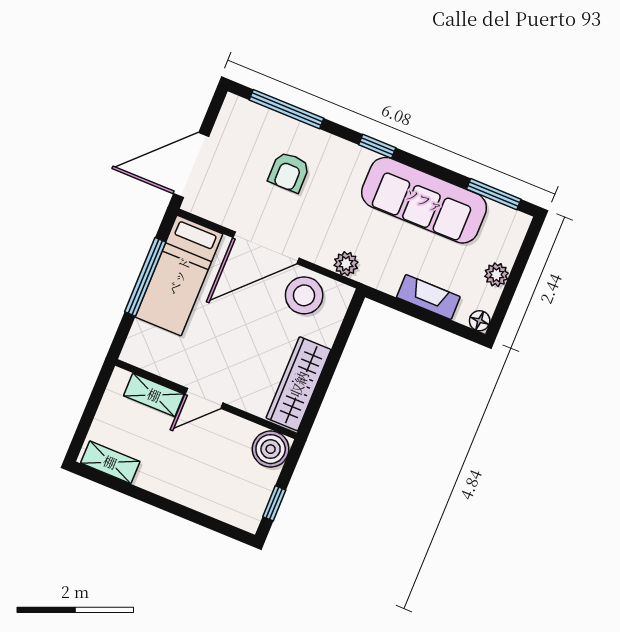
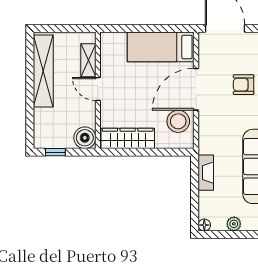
door: (266, 248) -> (196, 89), hinge flipped
plant: (346, 264) -> (206, 137), removed
window: (145, 277) -> (152, 28), removed
fireplace: (428, 297) -> (206, 173), moved
shelving: (110, 462) -> (43, 71), width x2.20, depth x1.33

